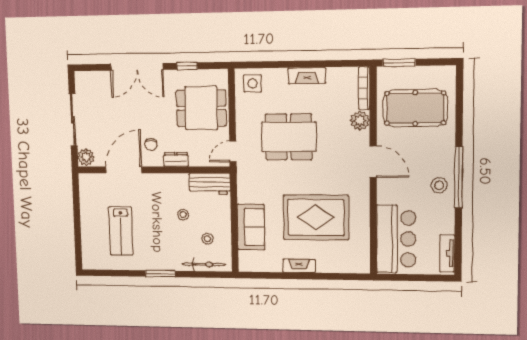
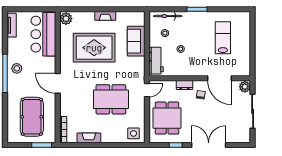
fireplace: (307, 76) -> (89, 138), moved
dining table: (201, 108) -> (167, 118), turned 90
pool table: (415, 108) -> (32, 117), turned 90
plant: (360, 121) -> (66, 19), moved
door: (124, 170) -> (220, 78), hinge flipped
workbench: (210, 184) -> (156, 61), moved, turned 90

